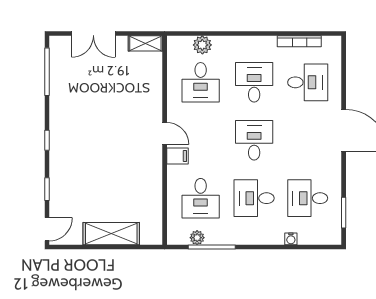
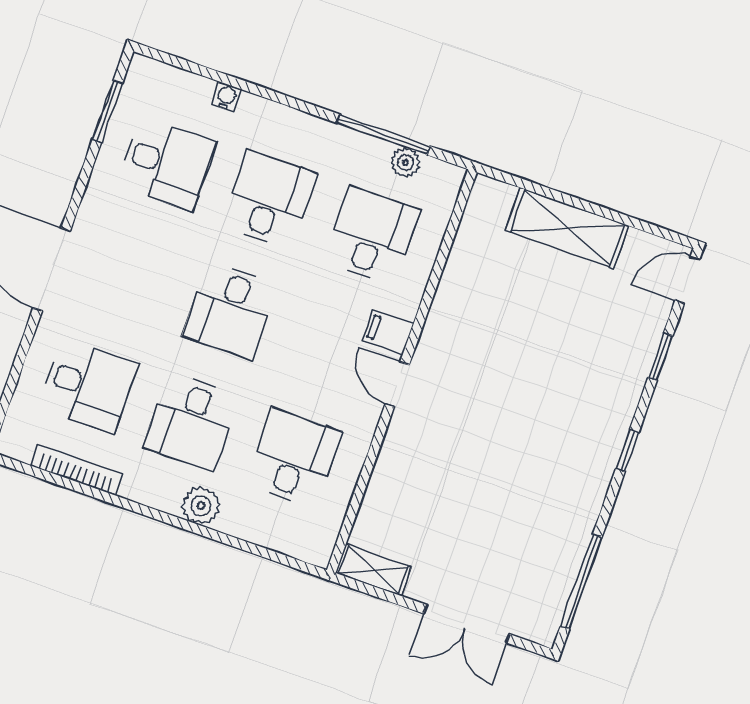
double door: (93, 34) -> (467, 624), swing flipped
plant: (202, 45) -> (201, 506), moved
desk: (308, 82) -> (88, 386), turned 180
desk: (254, 198) -> (269, 200), turned -90

